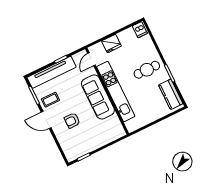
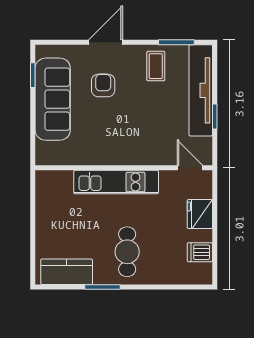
dishwasher: (140, 30) -> (200, 252), moved
kitchen unit: (116, 92) -> (116, 182), width x0.73
sofa: (98, 97) -> (53, 99), moved, turned 90
door: (46, 120) -> (106, 42), moved

